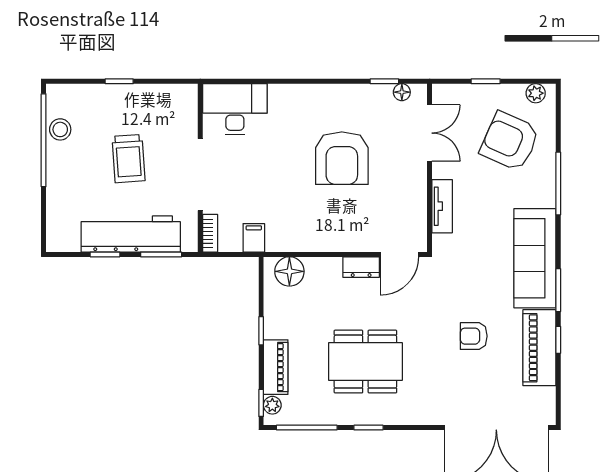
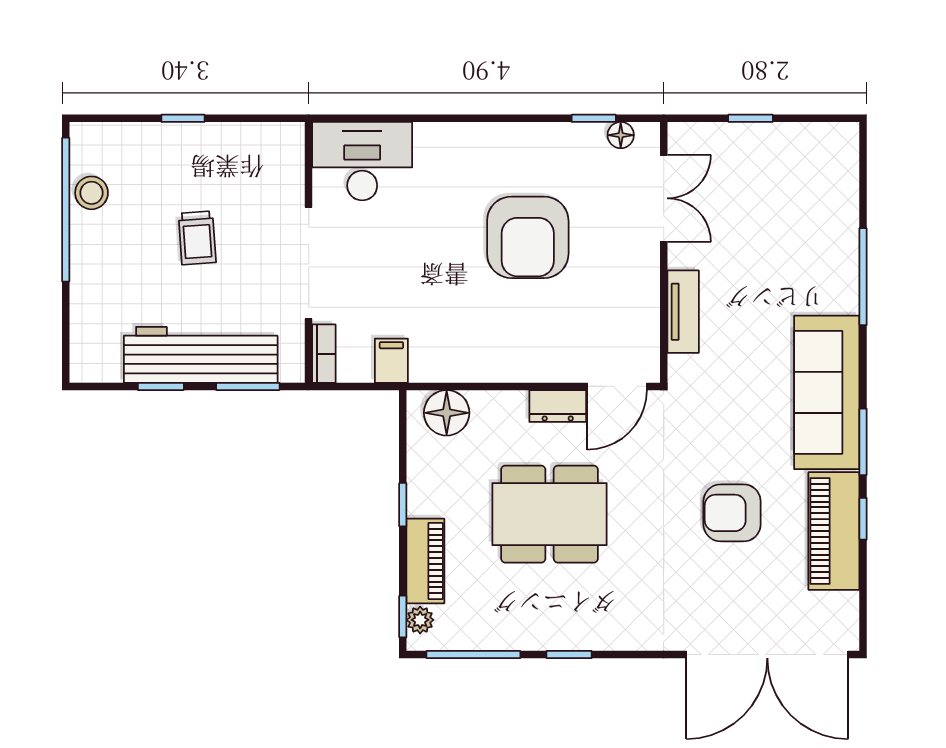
plant: (536, 93) -> (828, 137), removed
armchair: (510, 141) -> (788, 211), removed
trolley: (128, 159) -> (197, 238), width x0.73, depth x0.72
armchair: (474, 336) -> (732, 513), width x1.38, depth x1.38
dining table: (365, 362) -> (550, 514), moved

